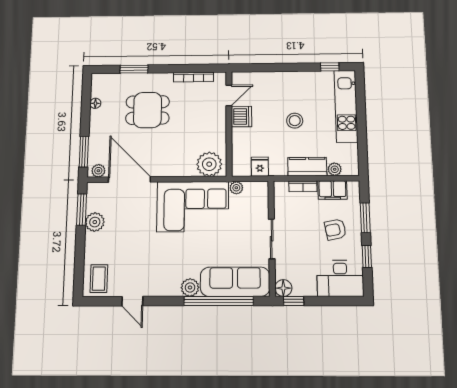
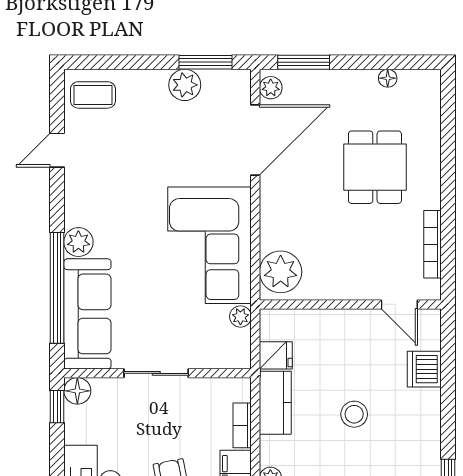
window: (134, 69) -> (448, 142), removed
dishwasher: (241, 117) -> (424, 369), moved, turned 90
kitchen counter: (307, 167) -> (275, 403), moved

